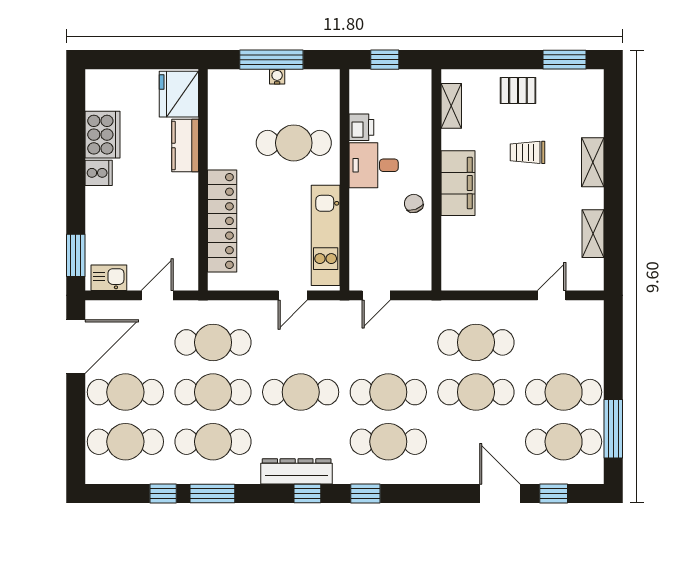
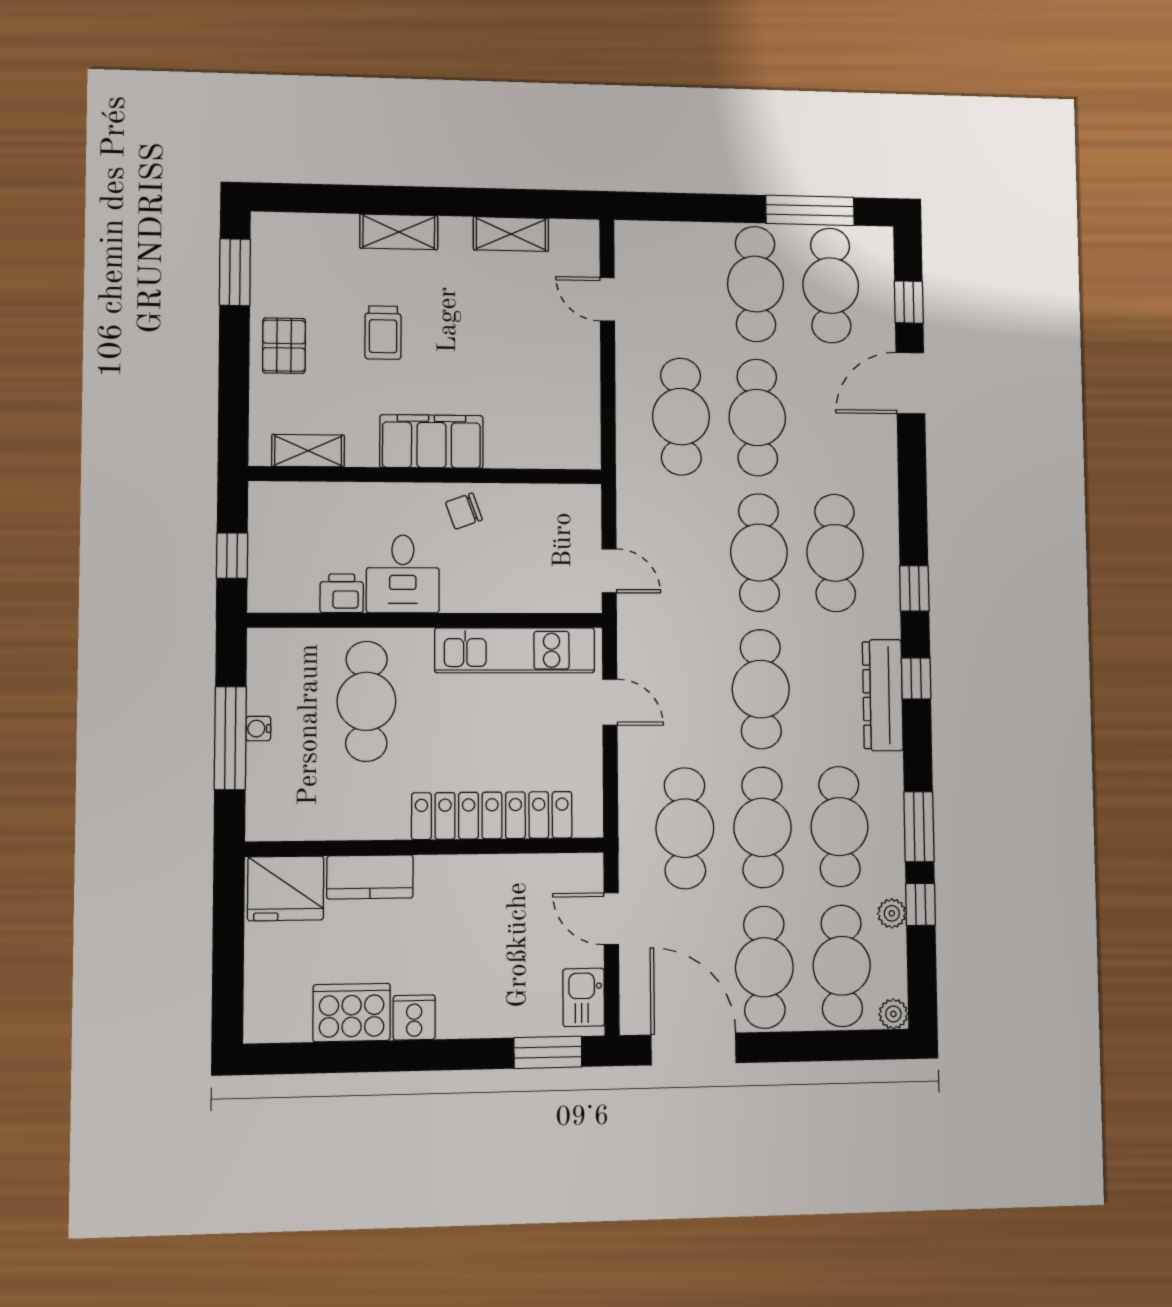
plant: (95, 475) -> (893, 1014), added
plant: (158, 475) -> (892, 913), added

